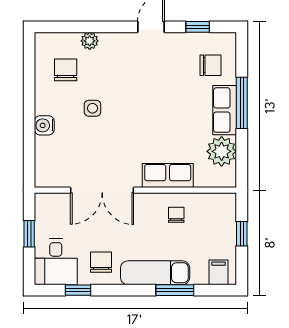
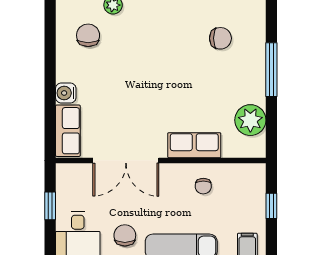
chair: (210, 65) -> (220, 38), moved
side table: (92, 108) -> (116, 75), removed
row of seats: (225, 110) -> (68, 131), moved, turned 180
chair: (176, 215) -> (203, 186), turned 180

